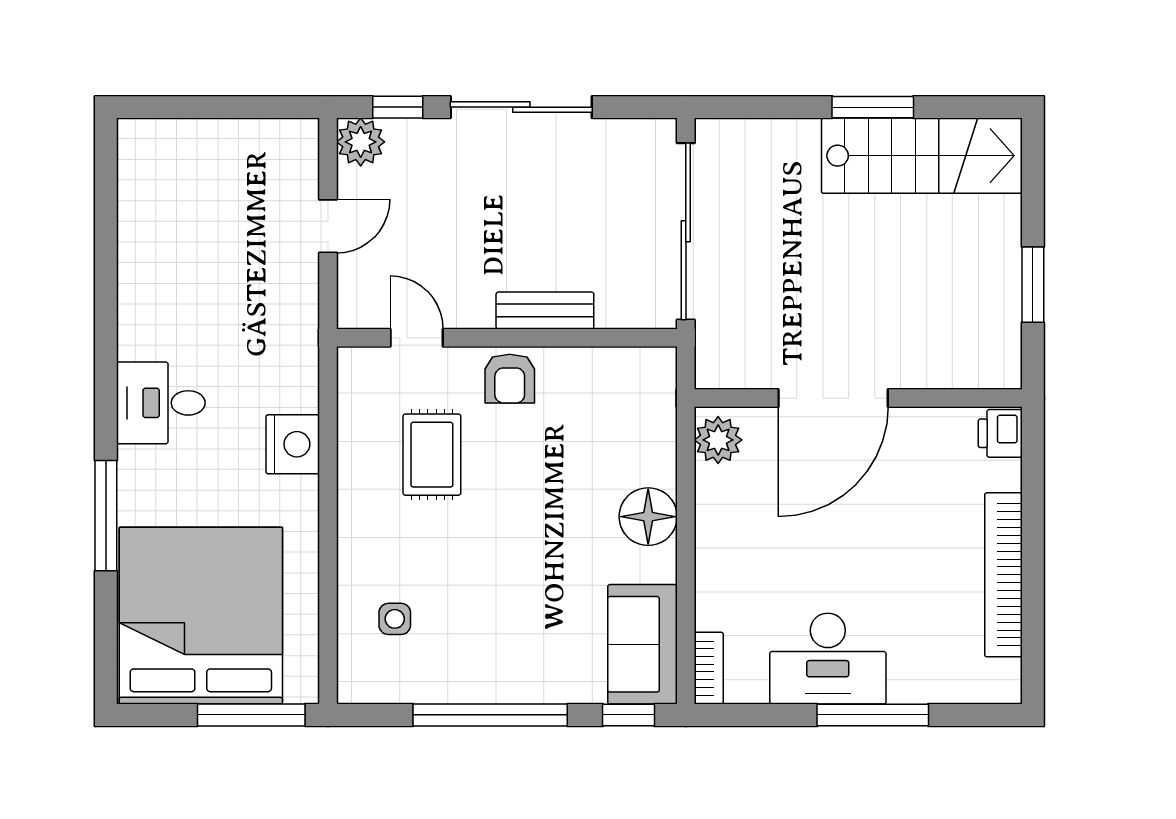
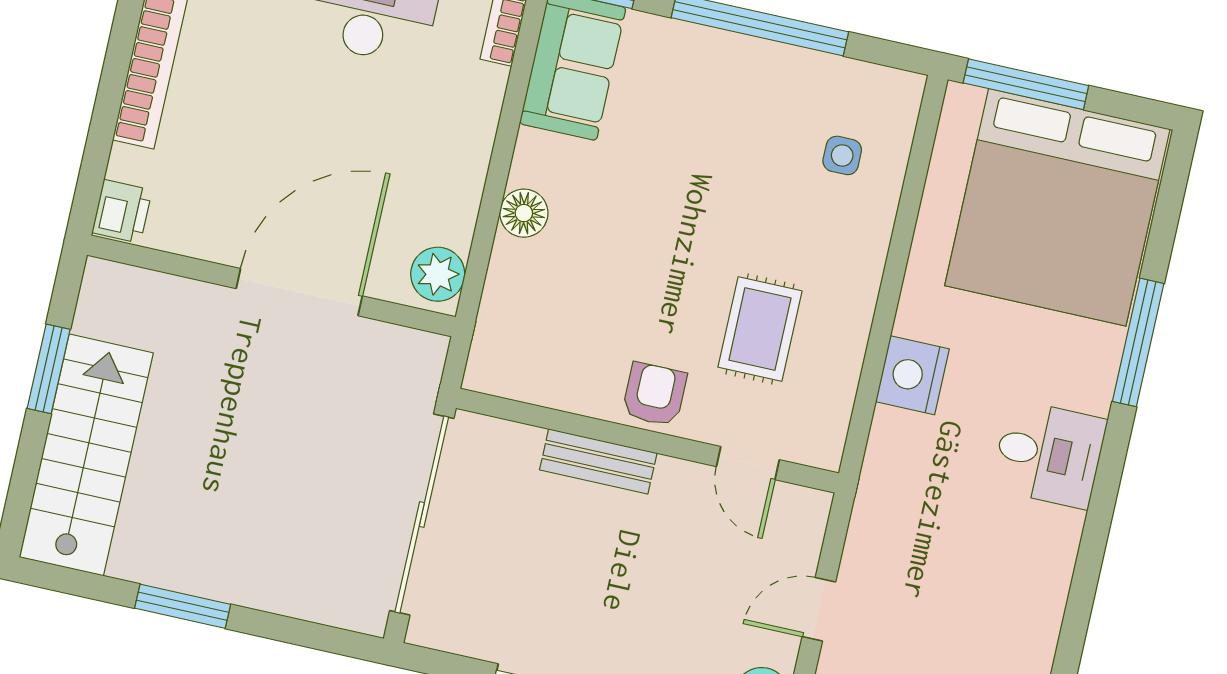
stairs: (922, 156) -> (86, 455), moved, turned 90
floor lamp: (648, 517) -> (524, 213), width x0.73, depth x0.73

